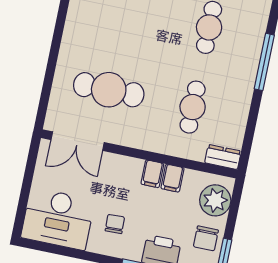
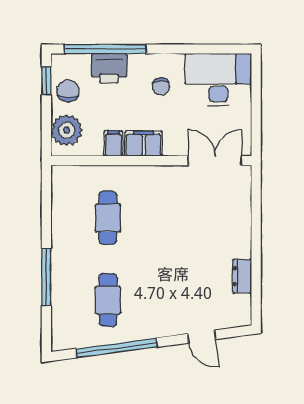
cafe table: (109, 90) -> (195, 218), removed
dresser: (223, 157) -> (242, 276), moved, turned 90
filing cabinet: (152, 174) -> (144, 144), width x2.00

